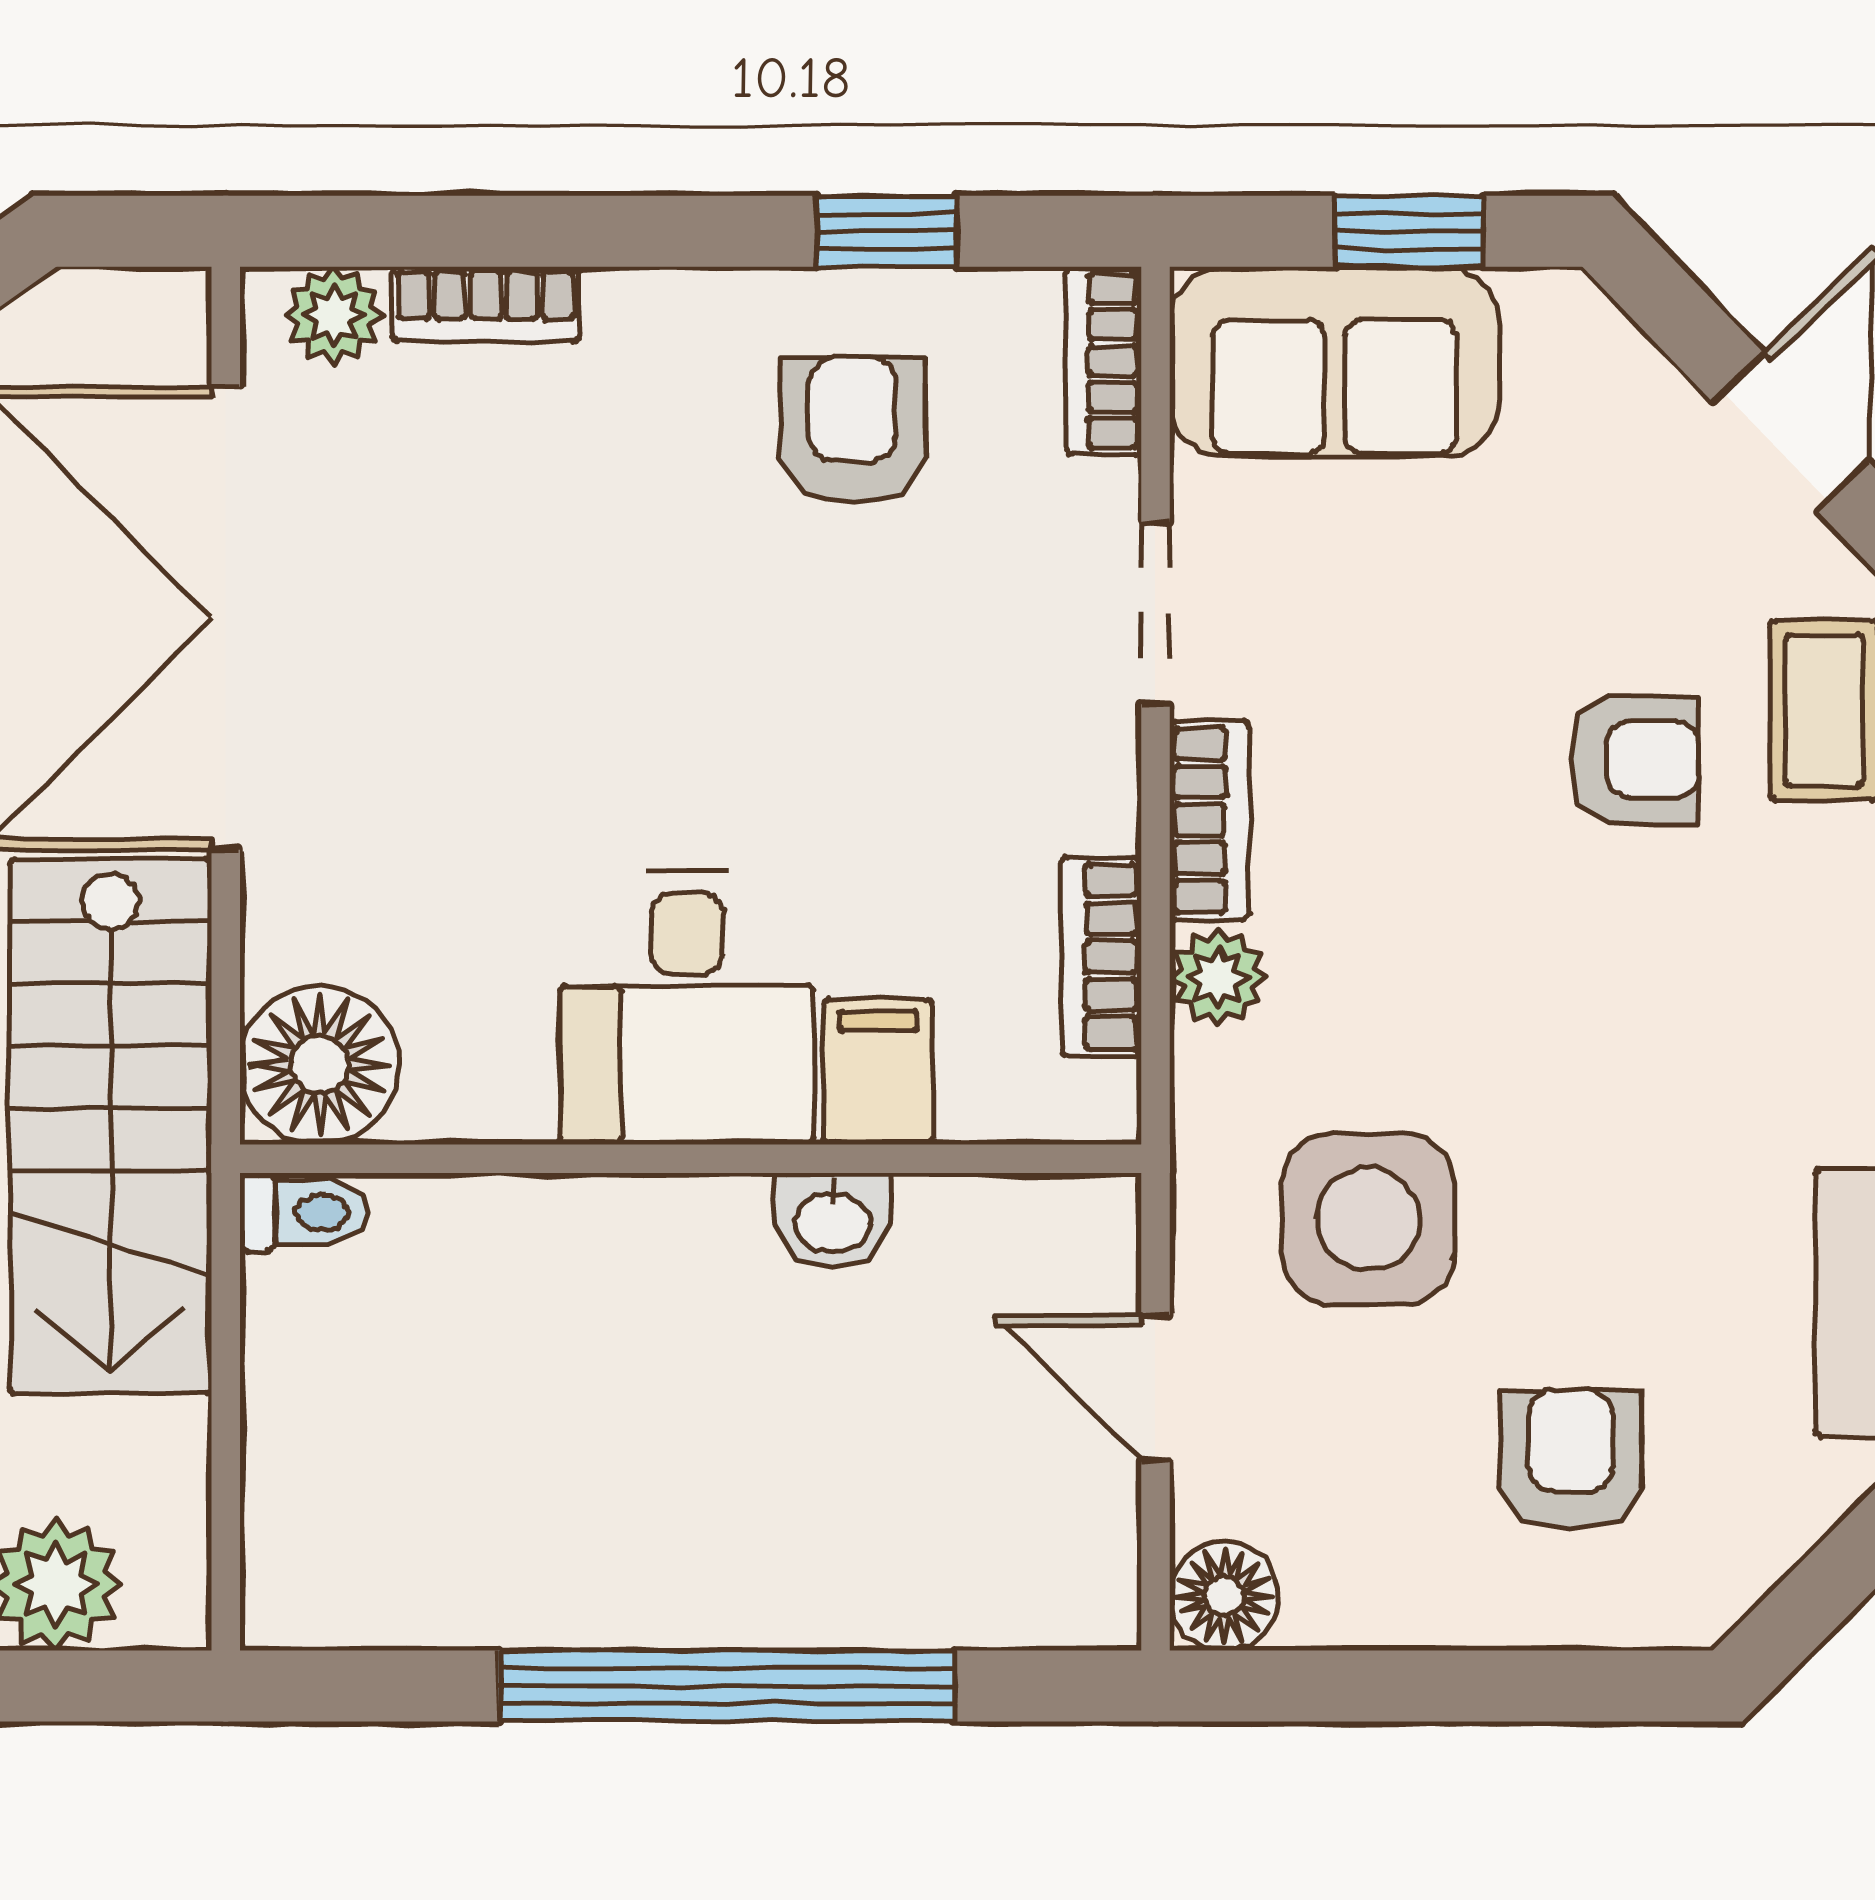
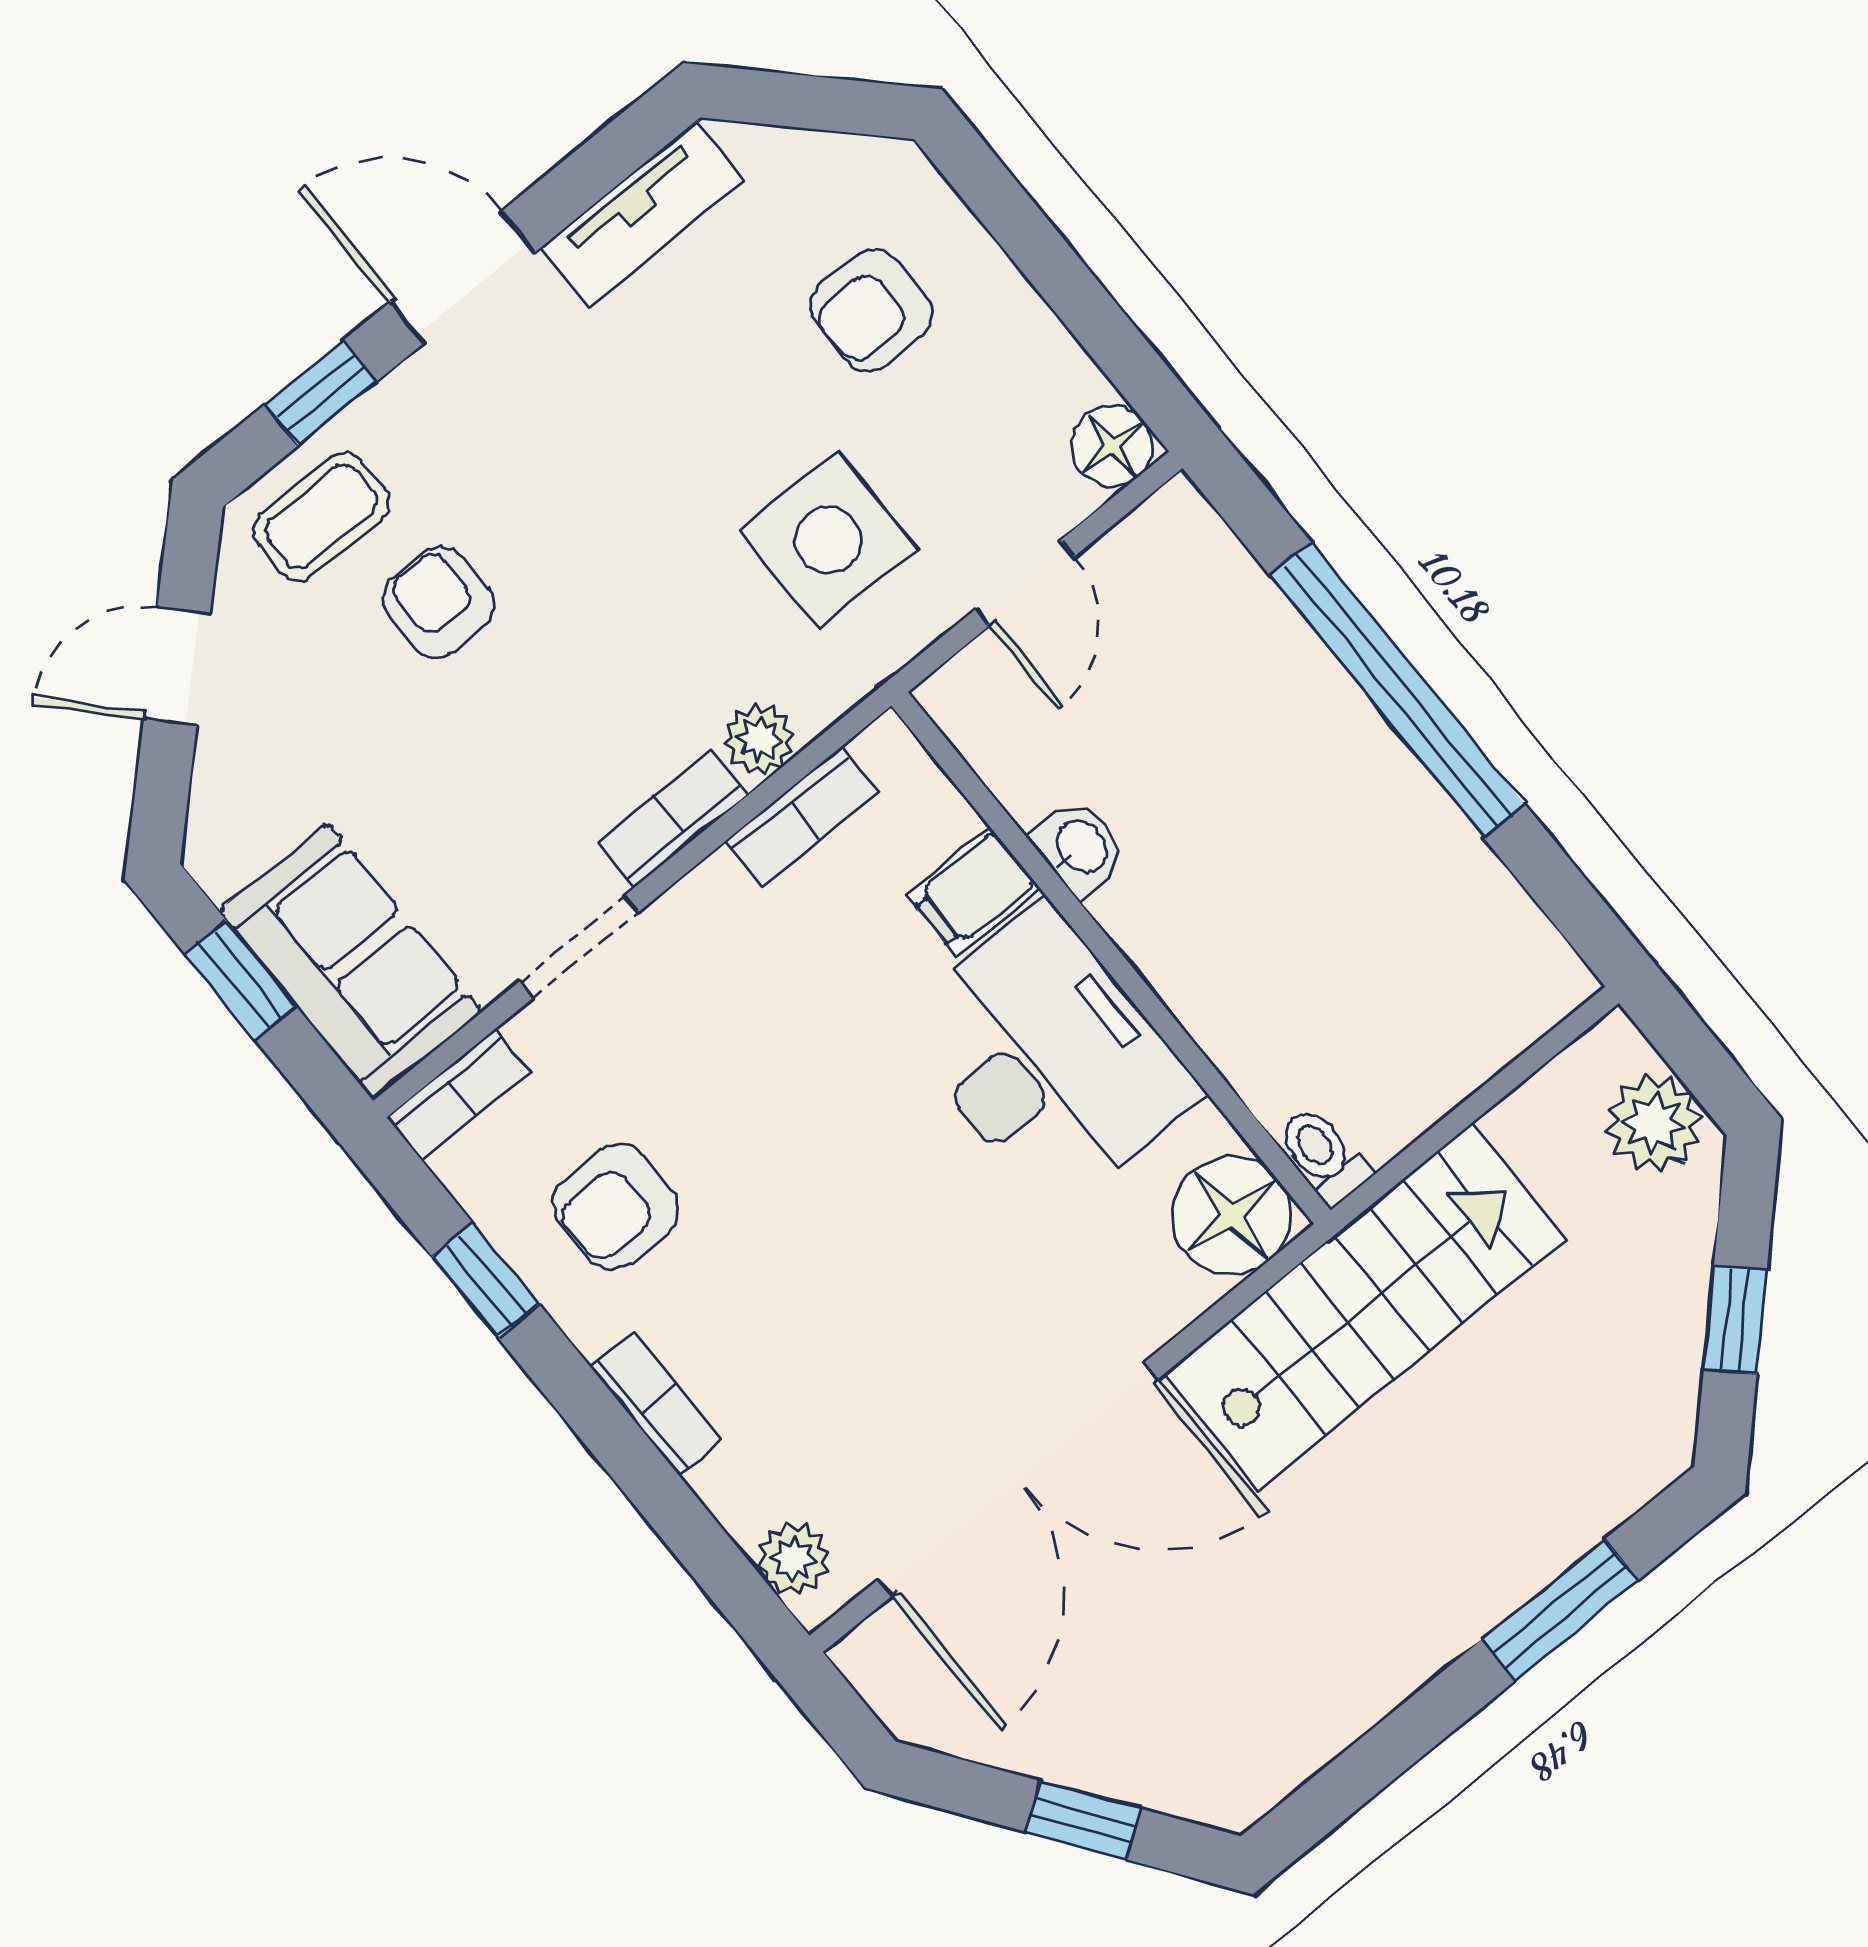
bookcase: (486, 304) -> (656, 1404), moved
desk: (687, 1008) -> (1048, 1058), width x1.37

